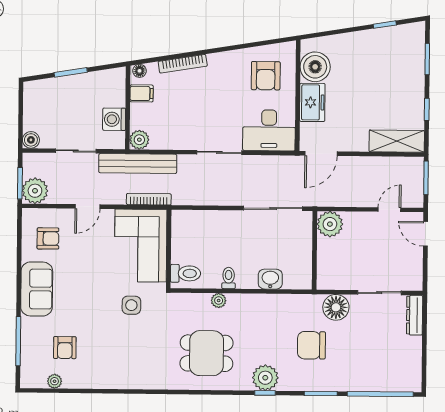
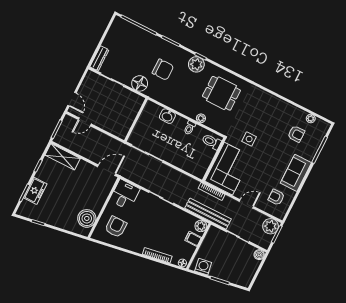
filing cabinet: (142, 93) -> (193, 239), moved
freezer: (312, 102) -> (35, 191), moved, turned 180
washing machine: (114, 119) -> (203, 267), moved, turned -99
desk: (269, 130) -> (125, 195), width x0.73
plant: (330, 224) -> (121, 130), removed
armchair: (65, 348) -> (296, 134), turned 90

